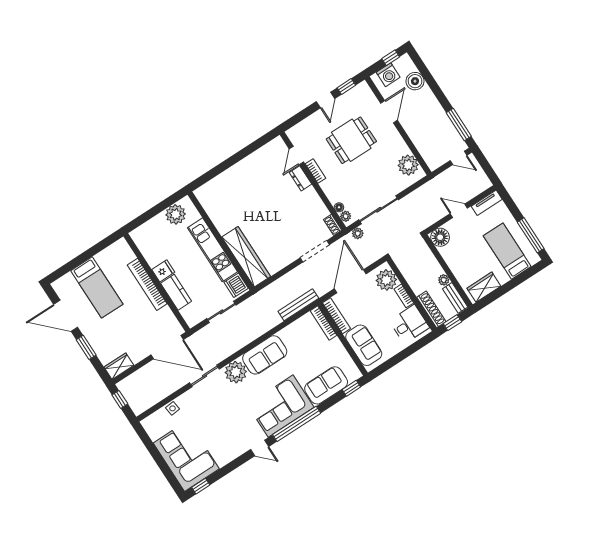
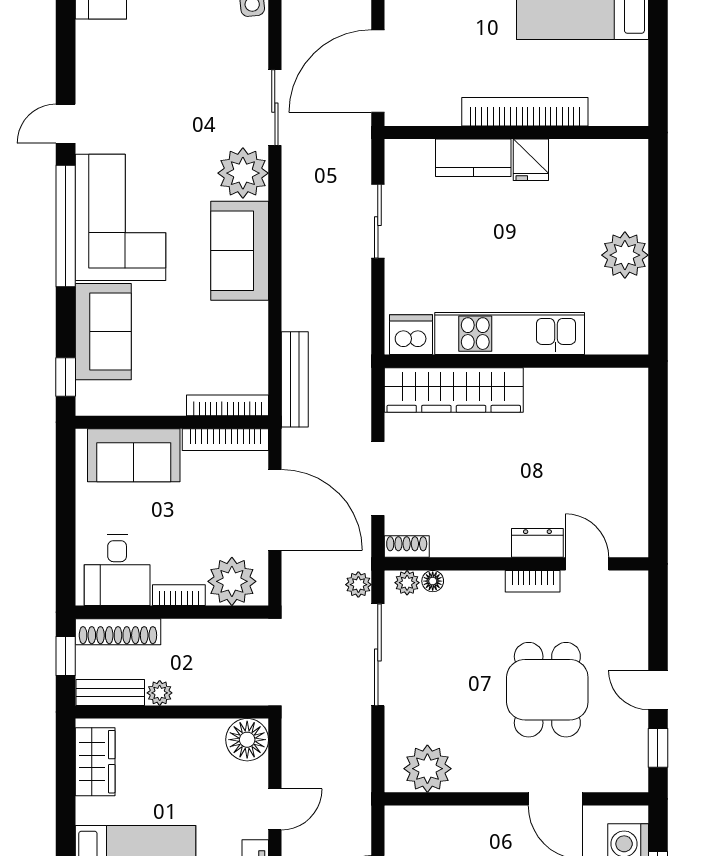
wall: (221, 241) -> (516, 361), moved
kitchen unit: (213, 250) -> (510, 334), moved
wardrobe: (246, 257) -> (454, 390), moved
dishwasher: (236, 285) -> (411, 335), moved

